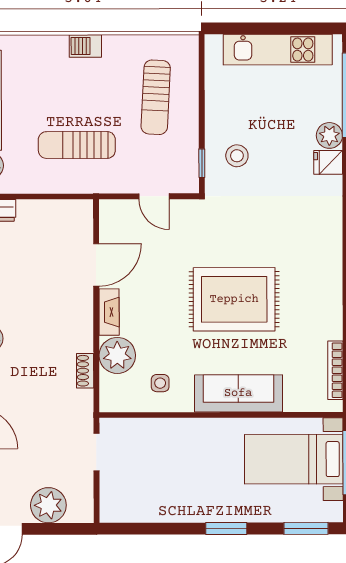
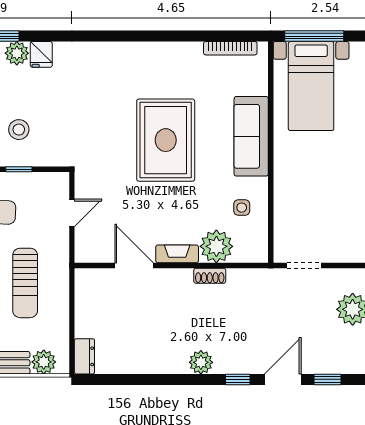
stool: (237, 156) -> (19, 130), moved
window: (202, 163) -> (19, 169), moved
shoe rack: (85, 371) -> (210, 276), moved

